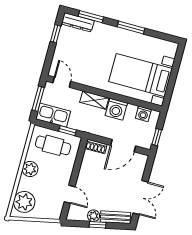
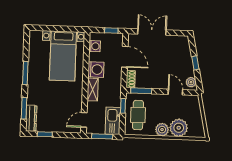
window: (80, 155) -> (141, 91), added
door: (70, 194) -> (175, 92), hinge flipped
double door: (141, 198) -> (152, 32), moved
plant: (24, 202) -> (179, 128), moved
plant: (94, 216) -> (191, 82), moved
bench: (115, 217) -> (186, 50), removed

